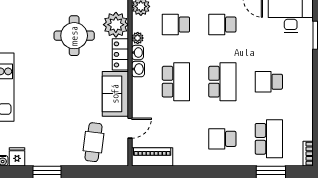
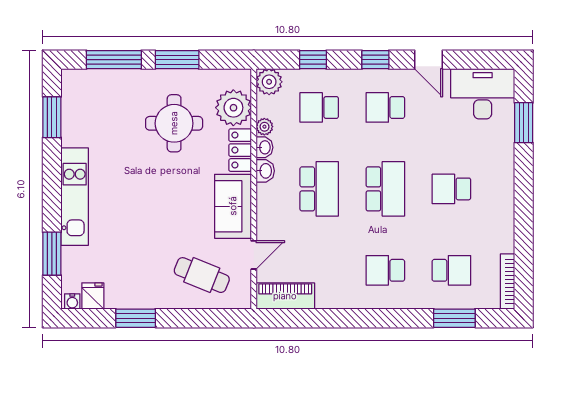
school desk: (269, 139) -> (451, 270), width x0.54
cafe table: (94, 142) -> (202, 275), turned -75
bookcase: (308, 154) -> (508, 281), width x1.56

